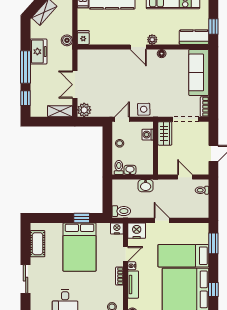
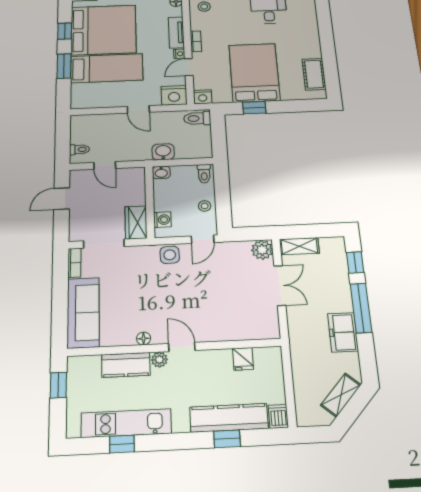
kitchen counter: (194, 37) -> (126, 365), moved
fridge: (83, 38) -> (243, 359), moved
boiler: (67, 40) -> (299, 352), removed
washbasin: (130, 170) -> (161, 172), moved
window: (213, 243) -> (64, 66), moved
sliding door: (26, 279) -> (326, 33), removed

